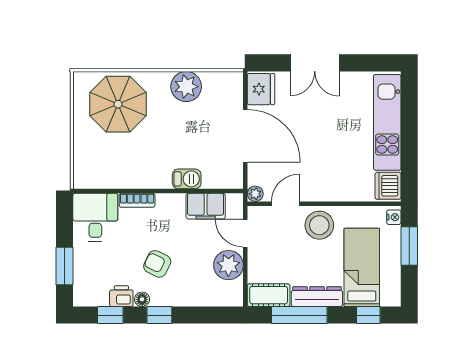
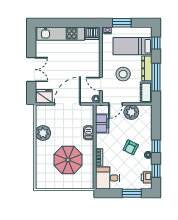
parasol: (118, 104) -> (68, 160), moved
stool: (319, 225) -> (123, 74), moved
printer: (121, 296) -> (147, 177), moved

